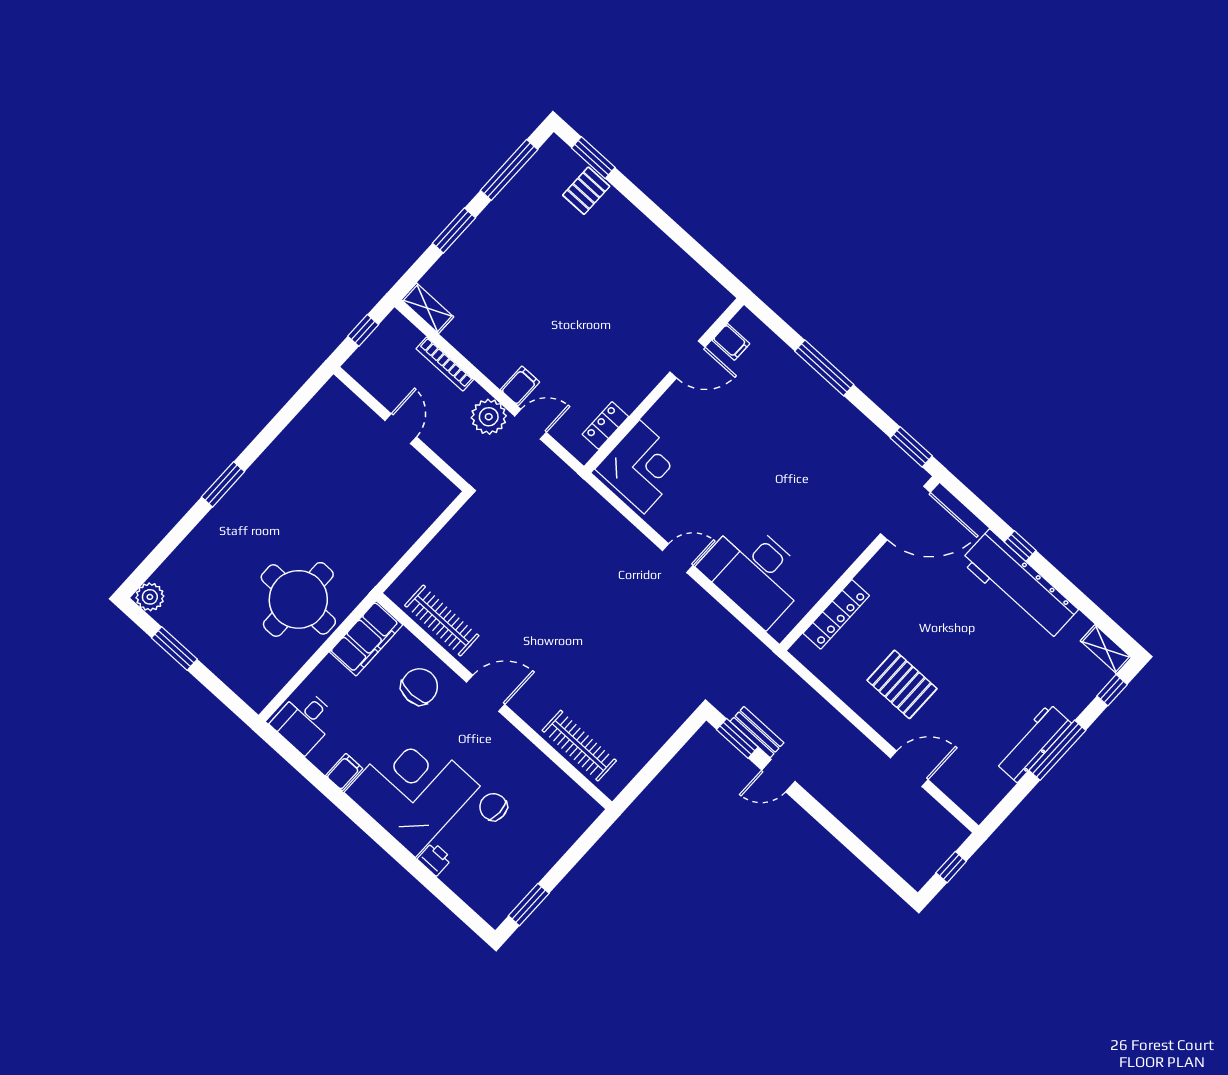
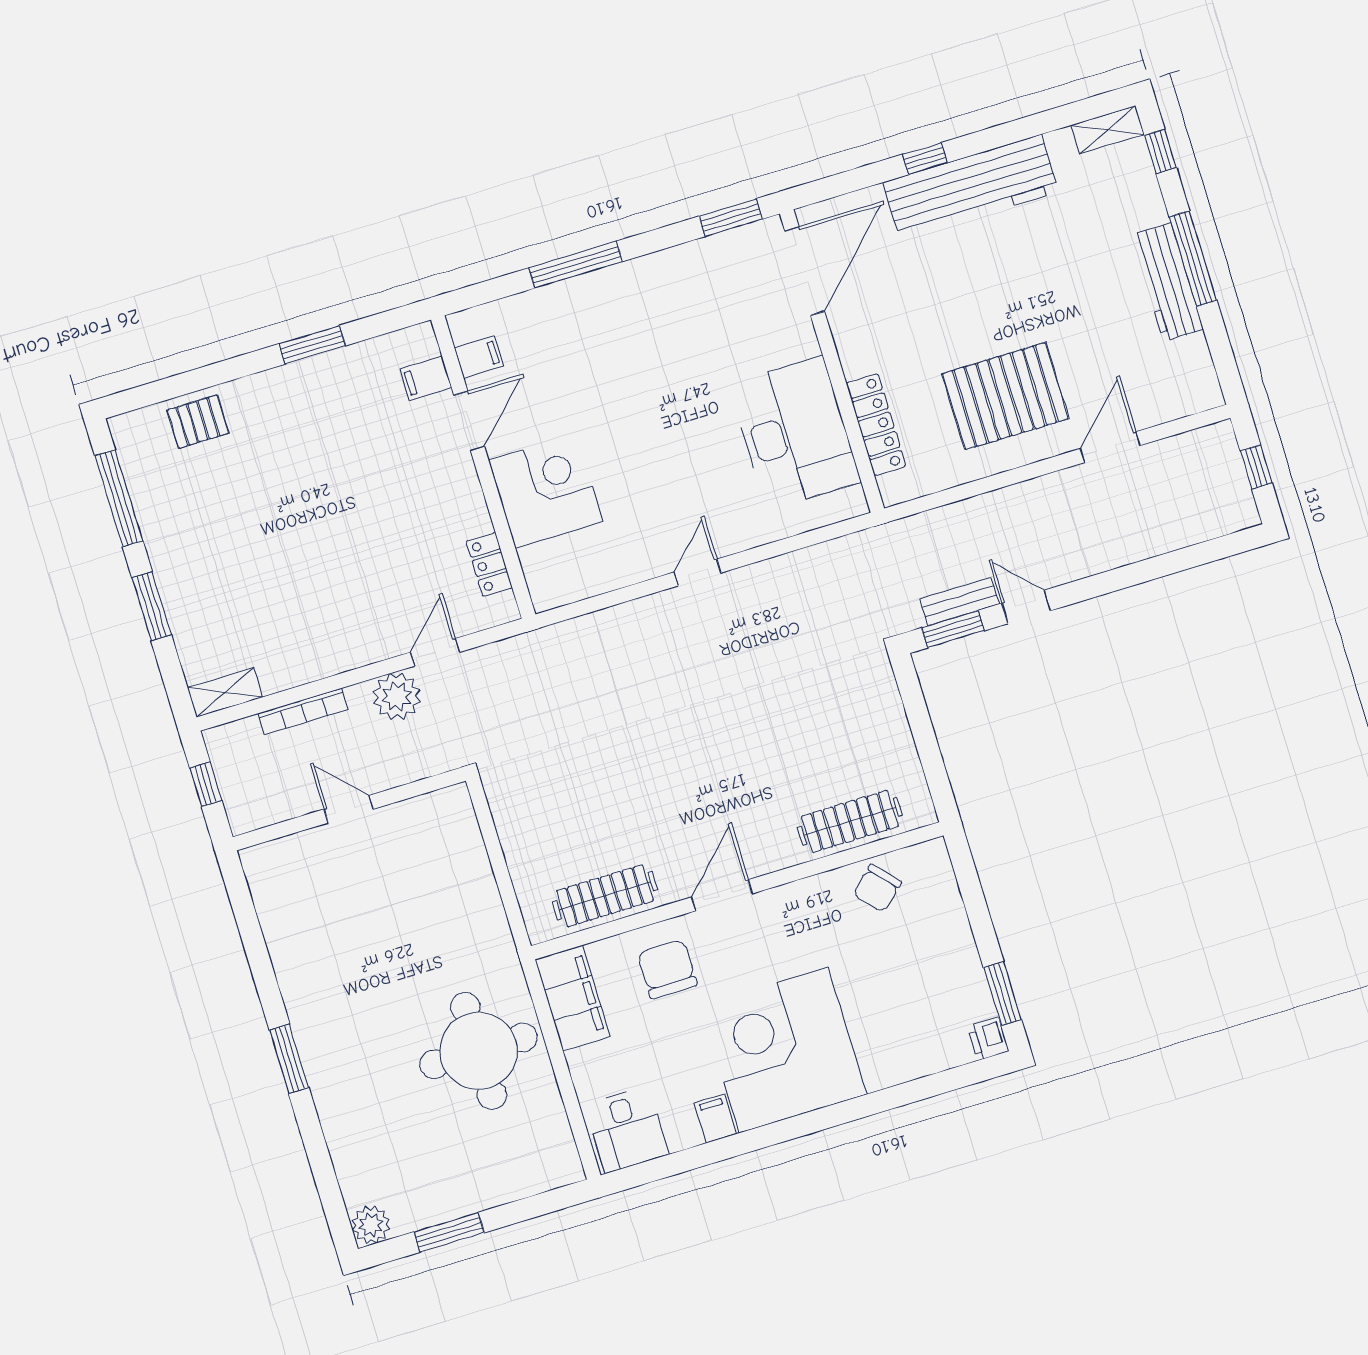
window: (593, 158) -> (312, 345), moved
pallet: (586, 191) -> (198, 422), turned 90
filing cabinet: (520, 386) -> (426, 378), moved, turned -90
corner desk: (642, 467) -> (546, 491), moved
desk: (755, 572) -> (795, 433), moved, turned -90
pallet: (902, 684) -> (1005, 396), width x1.37, depth x1.41
door: (778, 776) -> (1026, 607), swing flipped
chair: (493, 807) -> (877, 888), moved, turned -42
printer: (435, 859) -> (988, 1039), moved, turned -90

